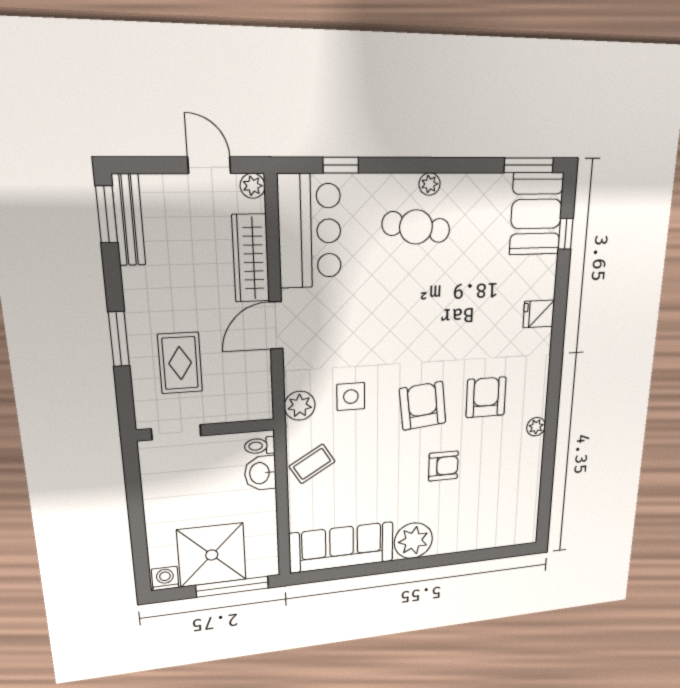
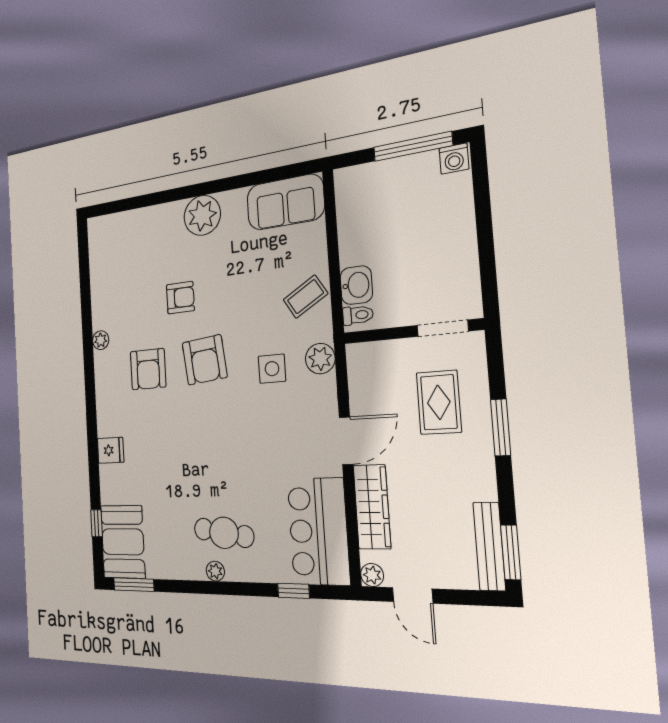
armchair: (443, 466) -> (180, 298), turned 180
sofa: (342, 547) -> (285, 202), width x0.73
shower: (212, 555) -> (404, 189), removed
window: (232, 587) -> (413, 146), moved

